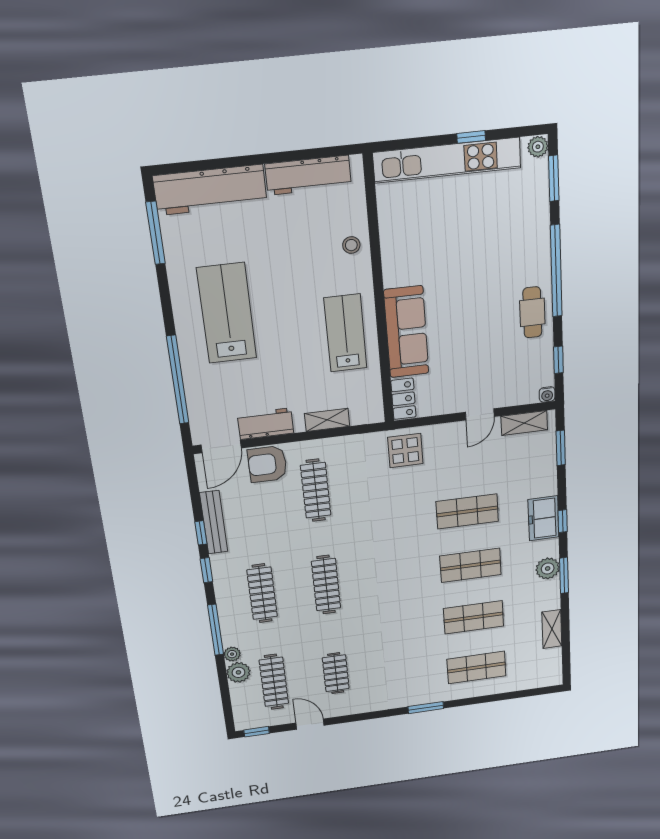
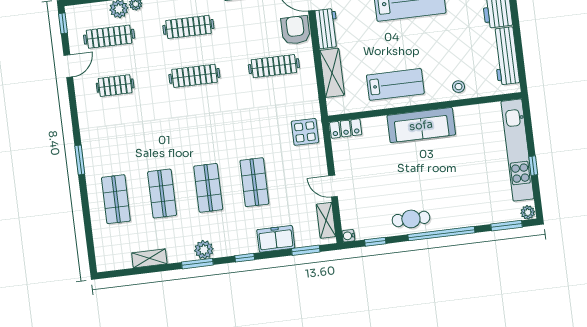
sofa: (406, 332) -> (421, 125), moved
shelving: (327, 420) -> (332, 73), width x1.50, depth x1.33
freezer: (543, 518) -> (276, 239), moved

